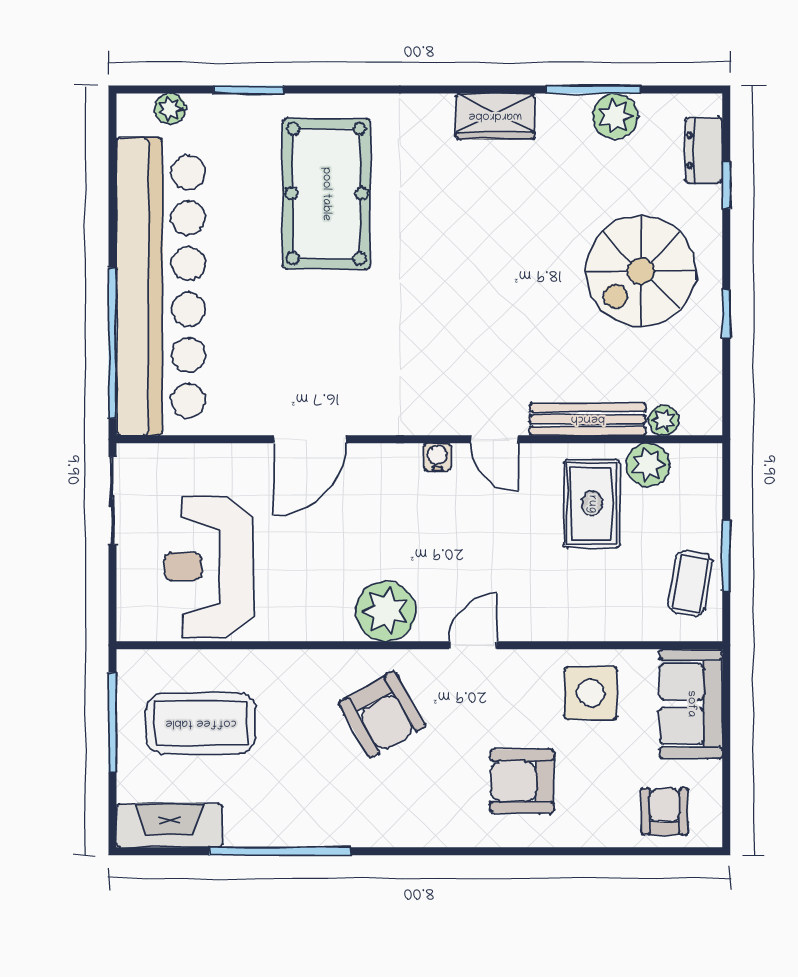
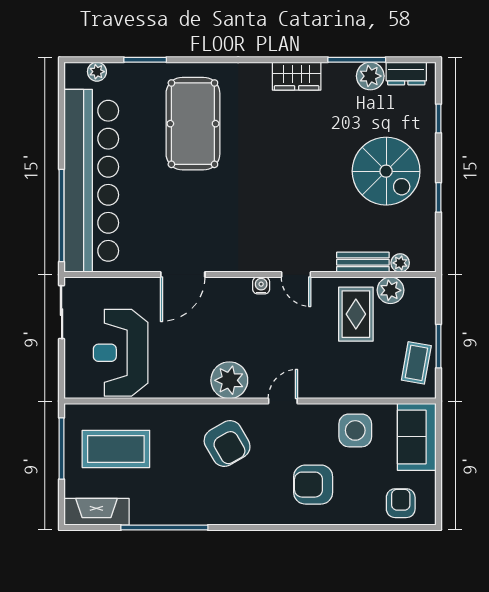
dresser: (704, 150) -> (406, 74), moved, turned -90
spiral stairs: (641, 271) -> (386, 171), turned -90
bench: (588, 419) -> (363, 262), width x0.73

